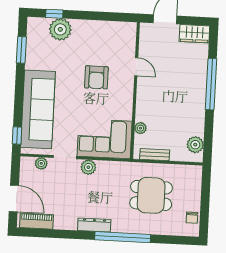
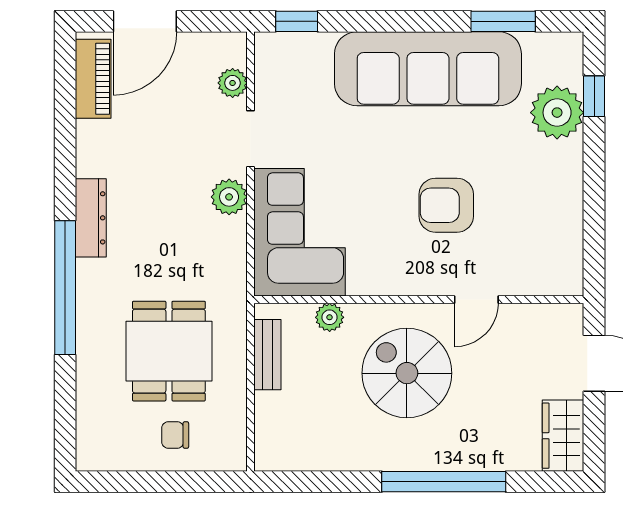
spiral stairs: (165, 97) -> (407, 373), added
sofa: (38, 109) -> (428, 69), moved
plant: (195, 145) -> (296, 451), removed
chair: (192, 218) -> (175, 435), moved

